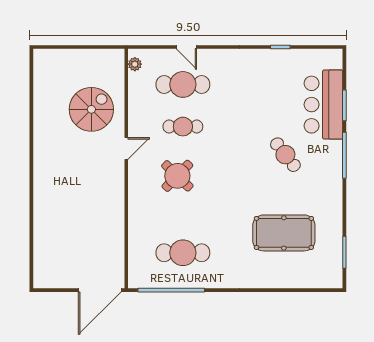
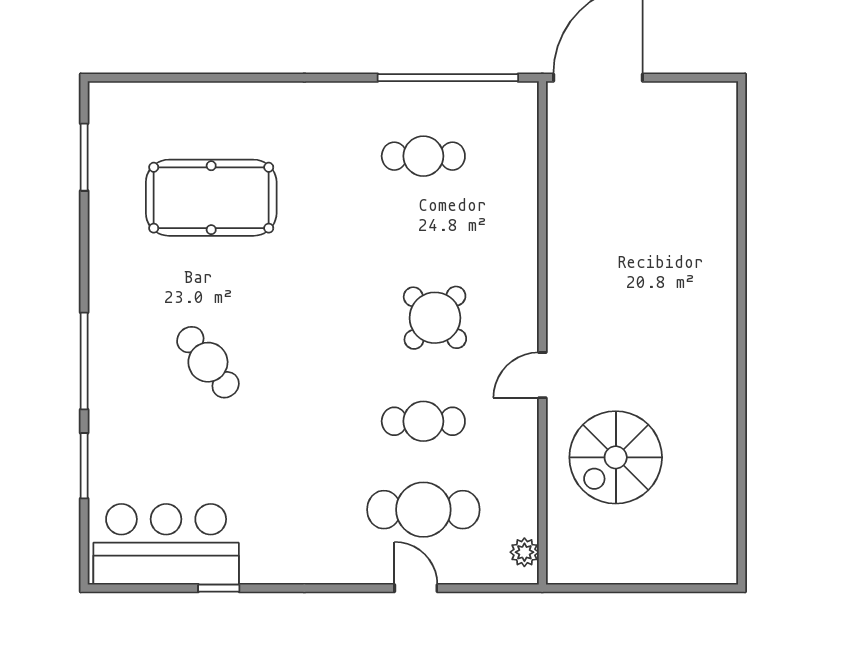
bar counter: (323, 105) -> (166, 544), moved, turned -90
cafe table: (183, 253) -> (423, 156), width x0.73, depth x0.74

